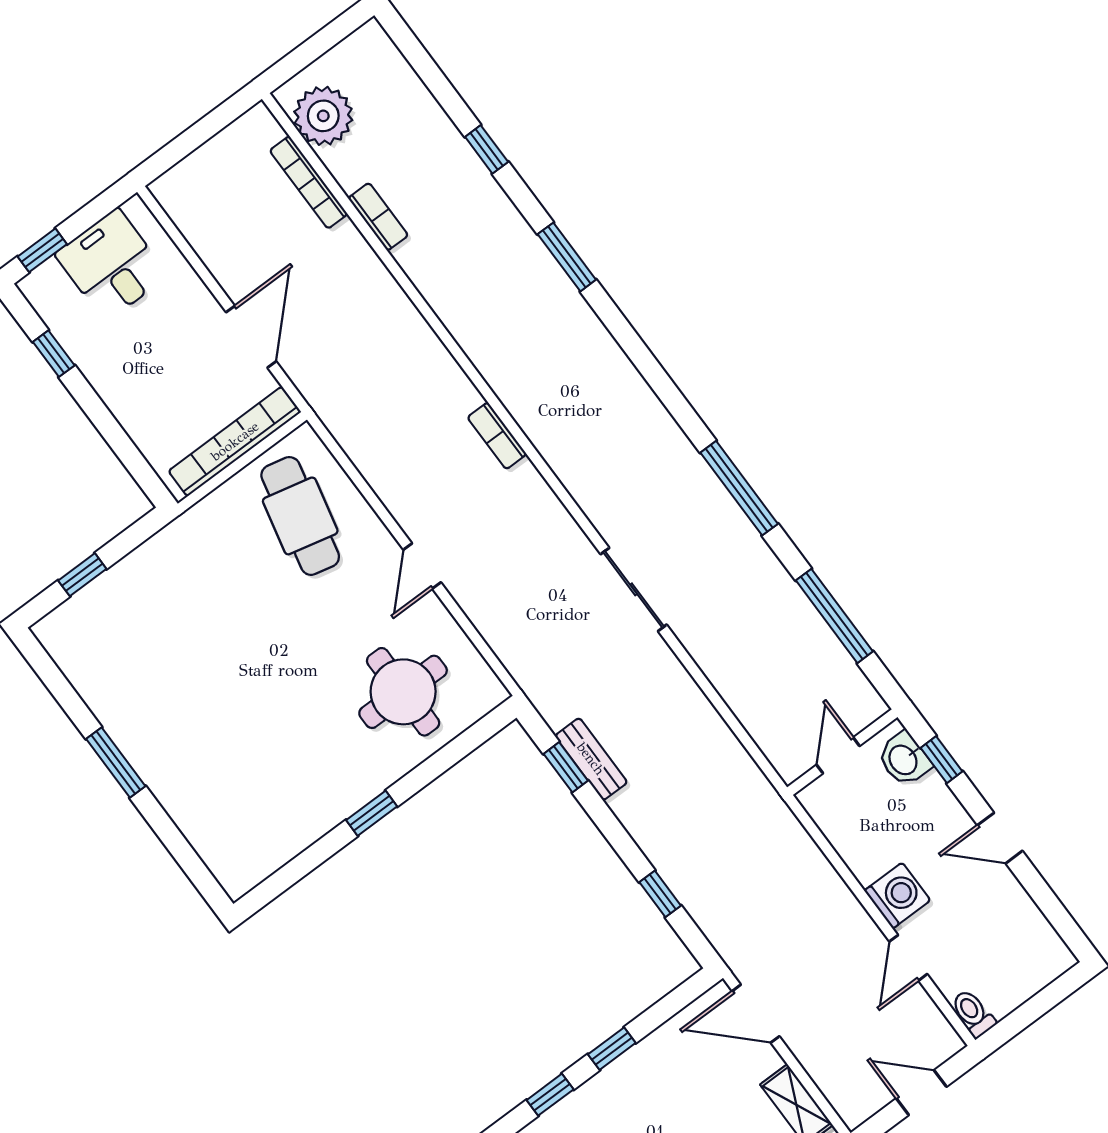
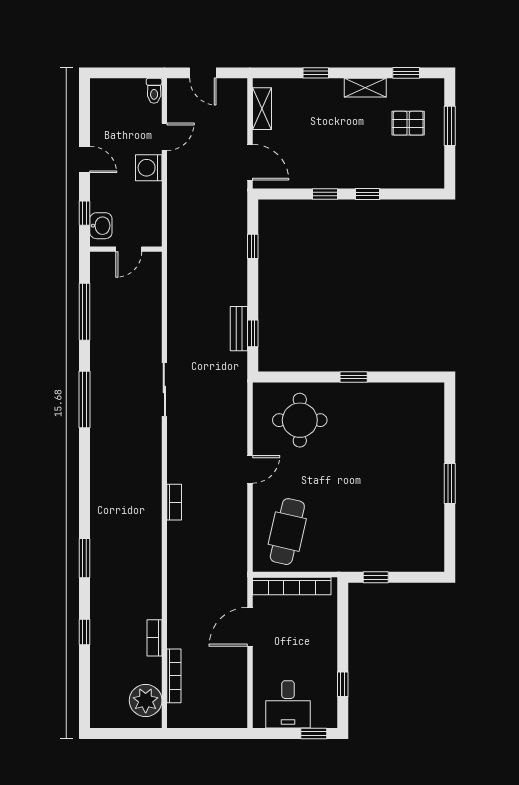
window: (82, 575) -> (376, 577), moved

